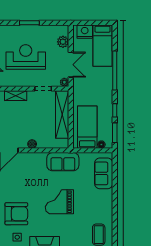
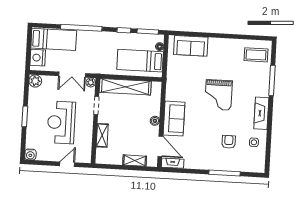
plant: (63, 42) -> (35, 81), moved
double door: (71, 65) -> (72, 75), swing flipped
sofa: (63, 162) -> (174, 119), moved
armchair: (16, 214) -> (229, 142), width x0.53, depth x0.53

